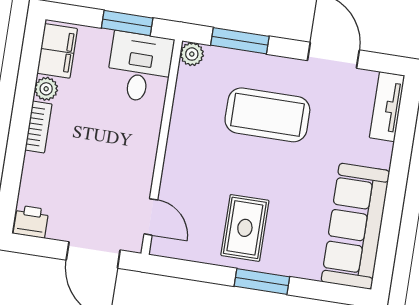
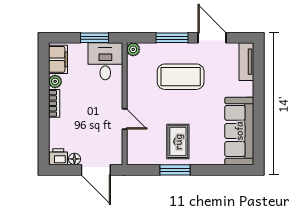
window: (240, 41) -> (172, 38), moved
door: (151, 217) -> (125, 119), moved
floor lamp: (59, 230) -> (74, 159), added
window: (262, 281) -> (175, 170), moved

